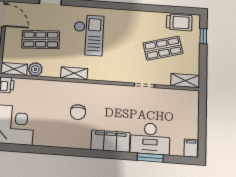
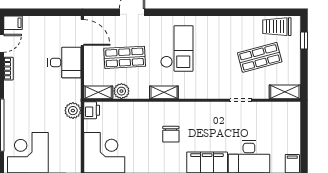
trolley: (179, 22) -> (277, 27), turned 180

